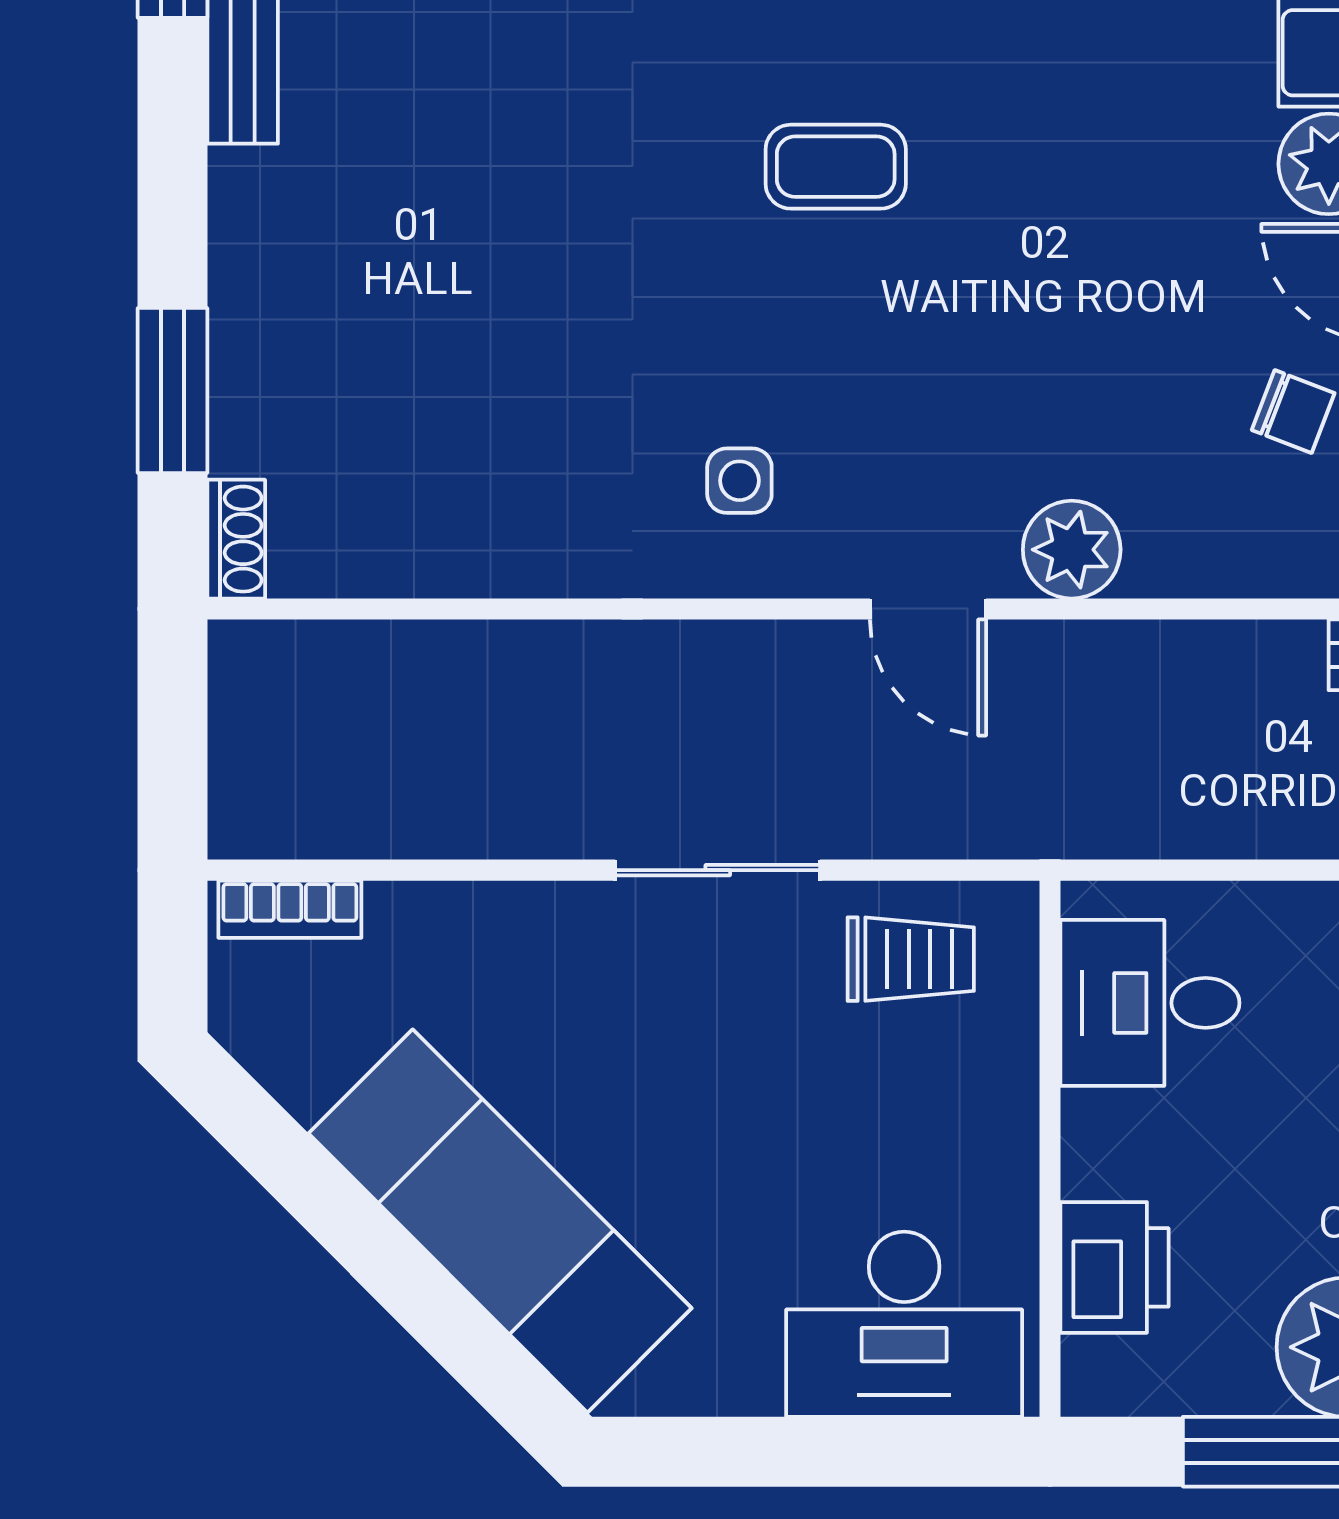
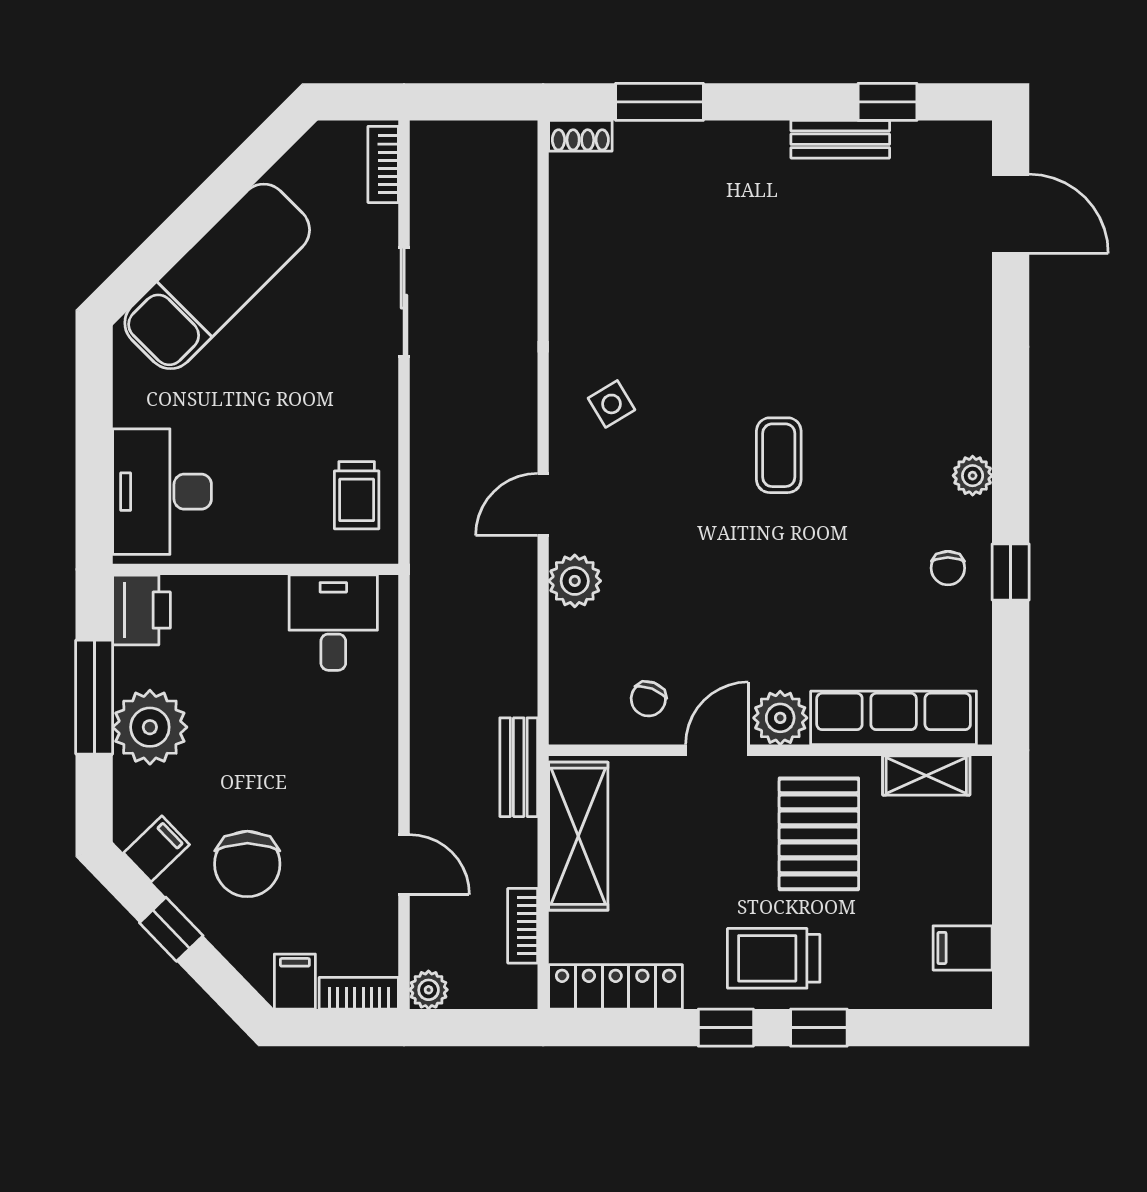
side table: (739, 481) -> (611, 404), turned -31
sliding door: (718, 870) -> (404, 302), moved
printer: (1115, 1267) -> (142, 610), moved, turned -90

